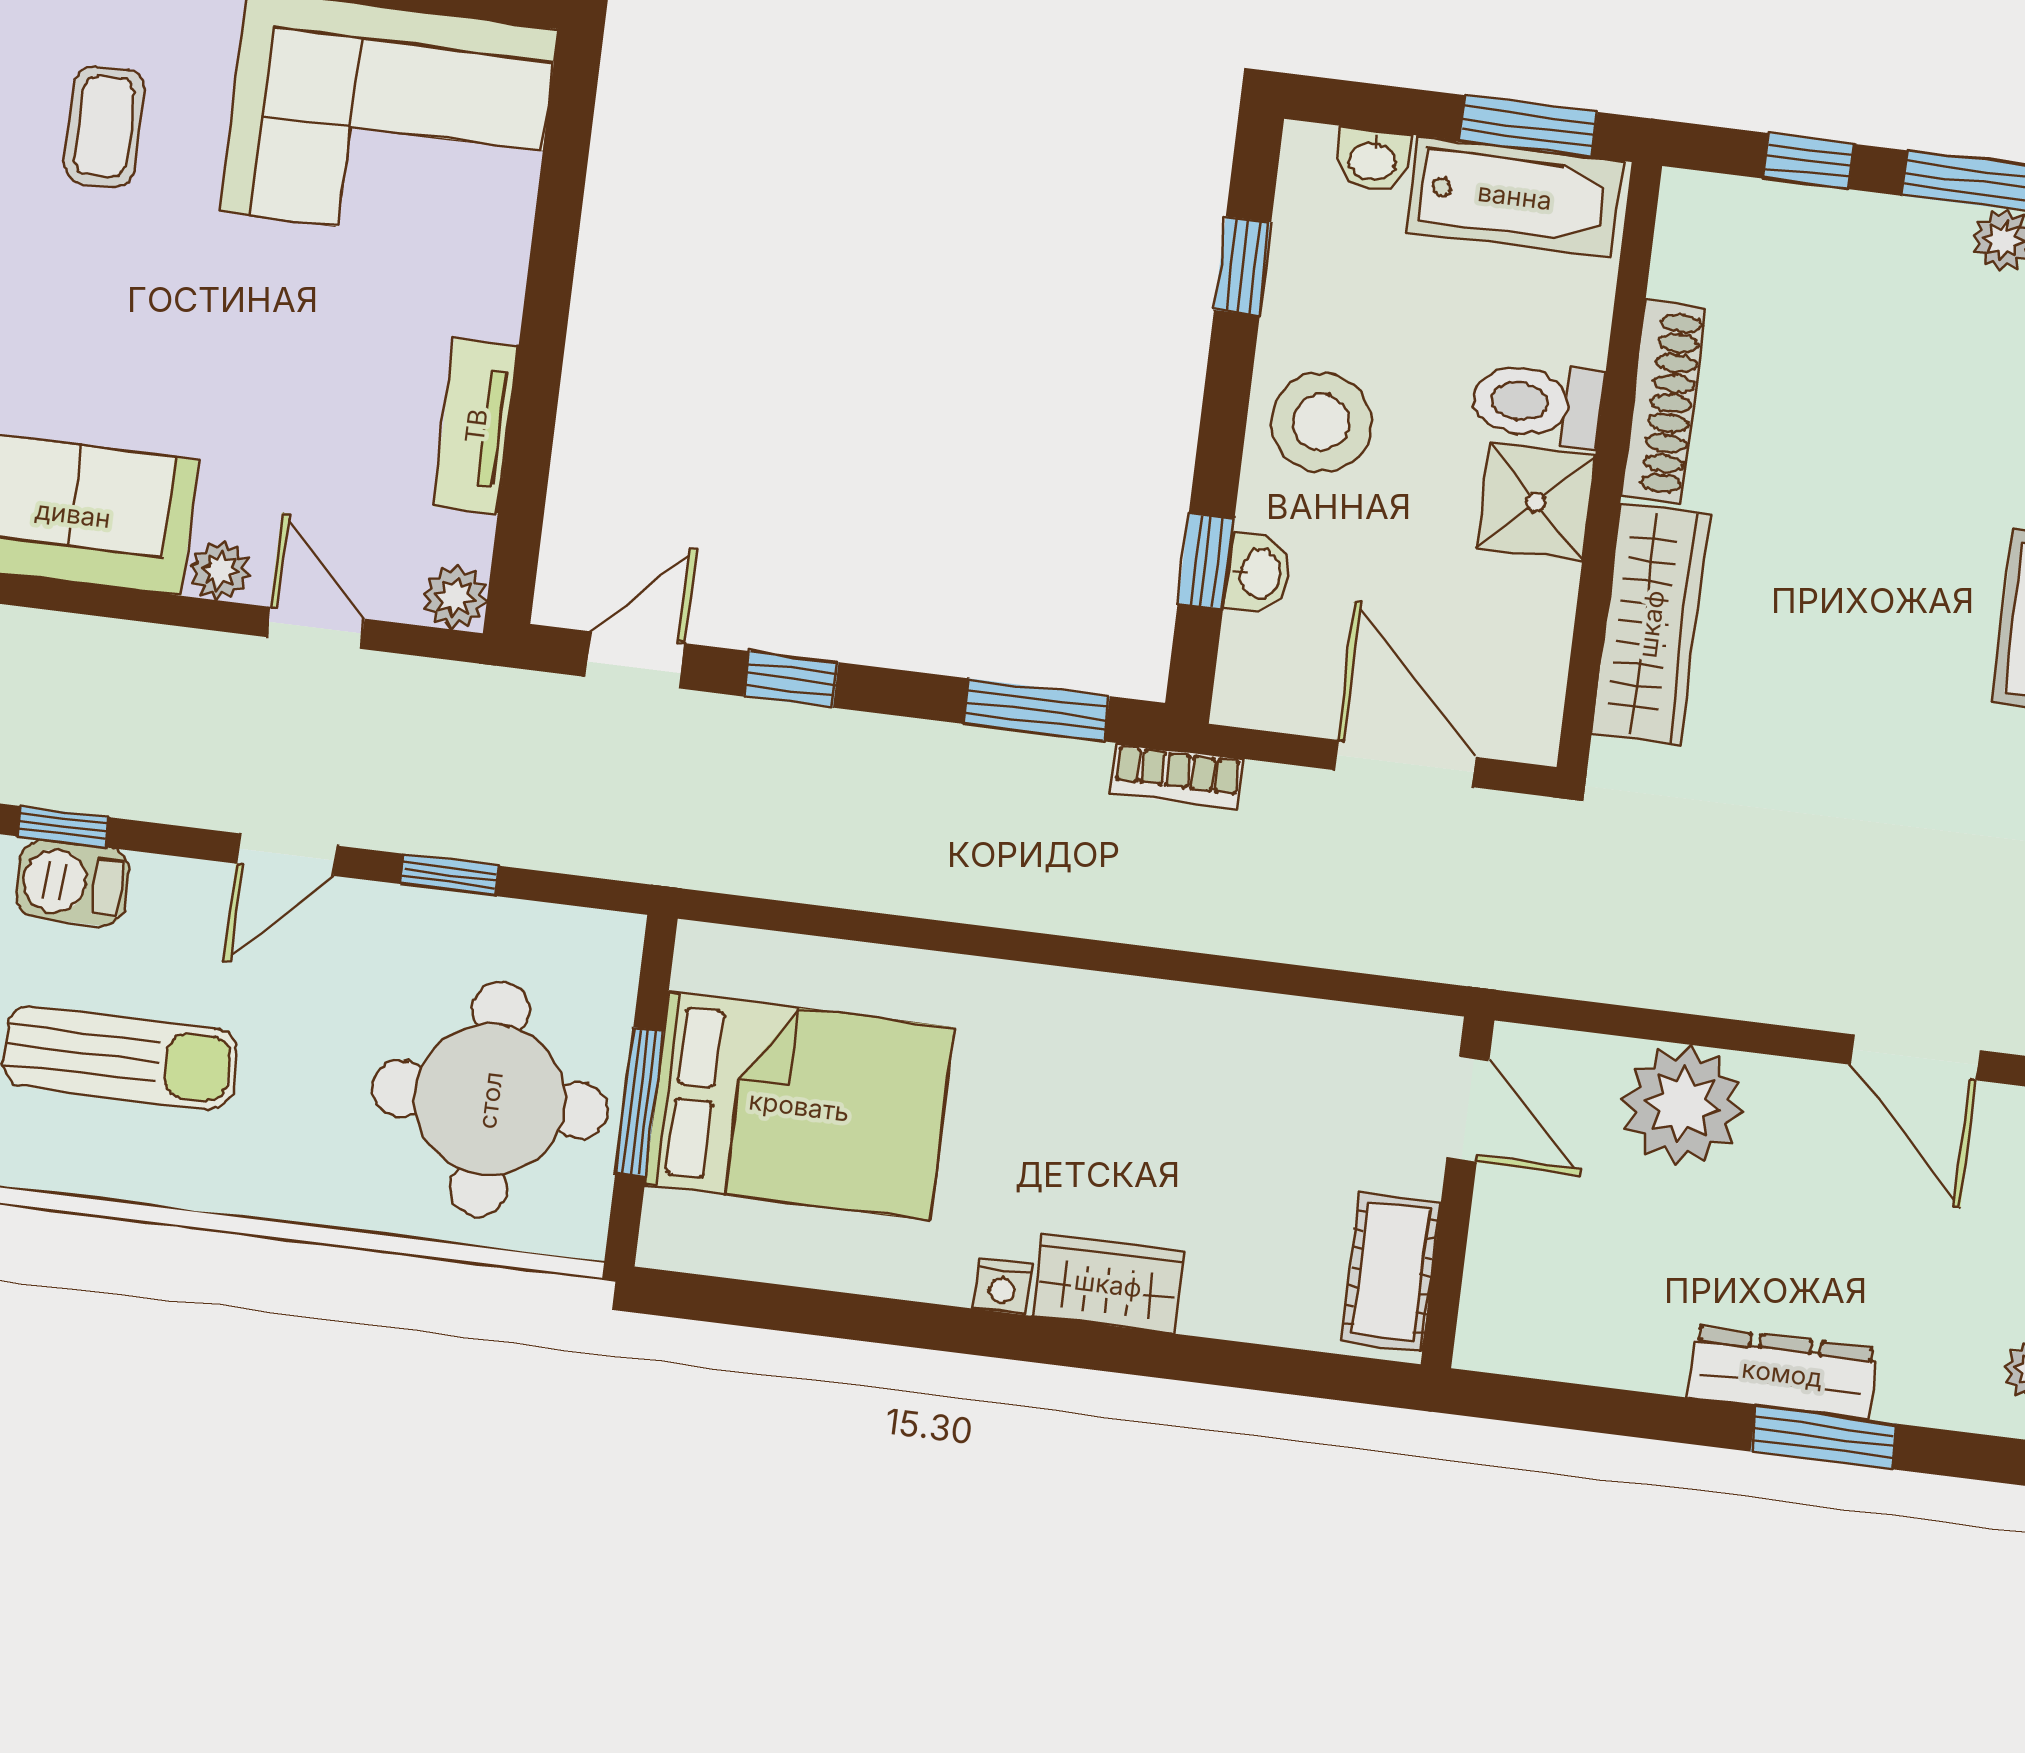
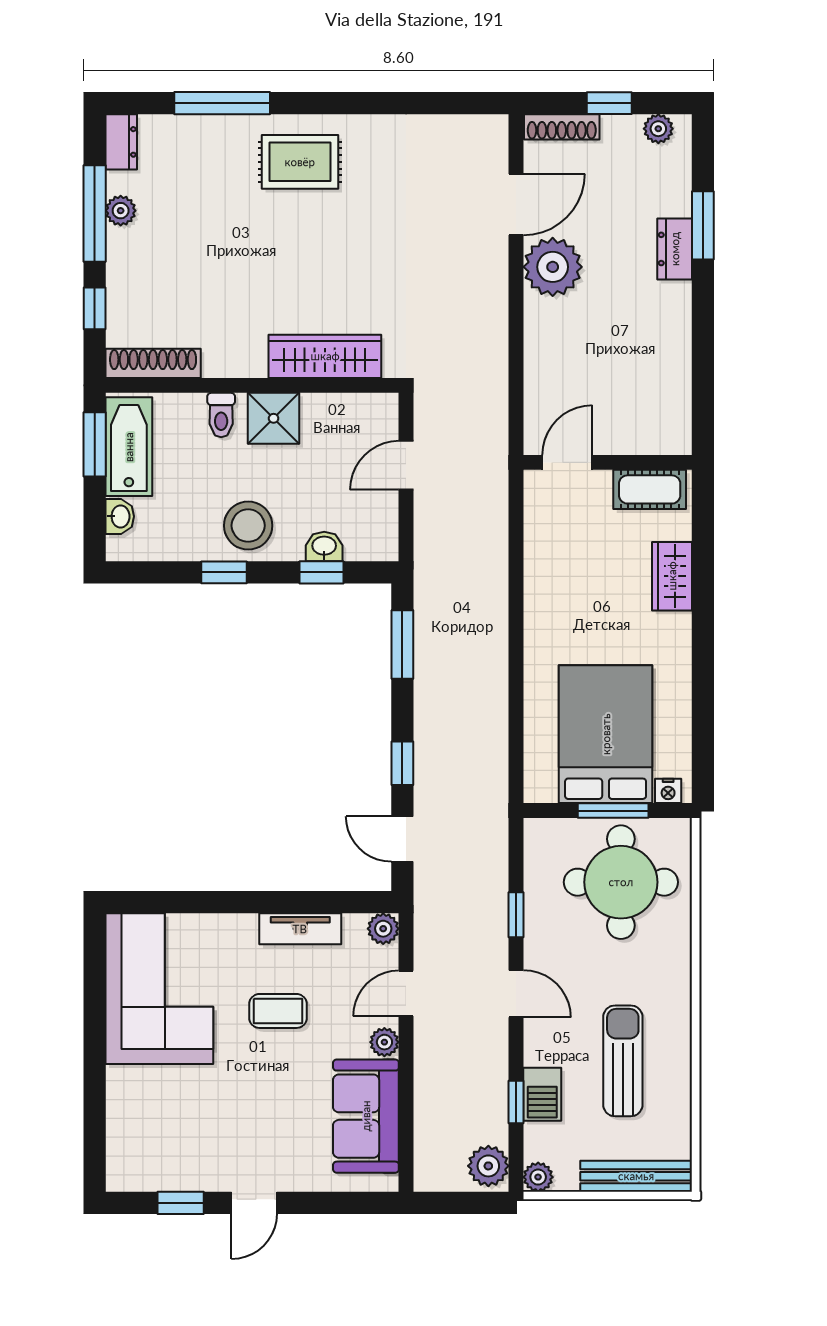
coffee table: (104, 126) -> (278, 1011), moved
window: (1243, 266) -> (224, 572), moved
shoe rack: (1663, 402) -> (153, 363), moved
toilet: (1537, 403) -> (221, 415), width x0.73, depth x0.72
door: (1405, 763) -> (406, 465), width x0.73
bookcase: (1177, 776) -> (426, 573), removed
plant: (1682, 1105) -> (553, 267), moved
door: (1468, 1109) -> (567, 462), moved
wall: (1457, 1192) -> (608, 462), moved
cot: (1391, 1272) -> (650, 489), moved
nightstand: (1002, 1287) -> (668, 791), moved, turned 90
dresser: (1782, 1373) -> (675, 249), width x0.70

